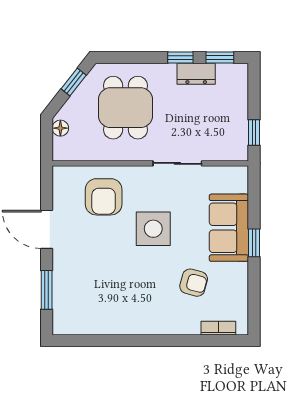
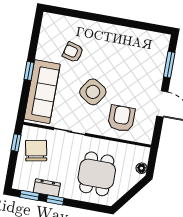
window: (74, 82) -> (127, 197), removed
chair: (222, 126) -> (36, 151), added
sofa: (229, 228) -> (42, 92), width x1.36
side table: (153, 229) -> (93, 92), turned 33
bookcase: (218, 328) -> (62, 20), removed

